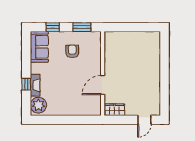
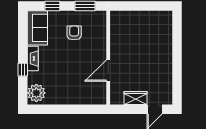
fireplace: (35, 85) -> (33, 58), moved
wardrobe: (114, 110) -> (135, 98), moved

